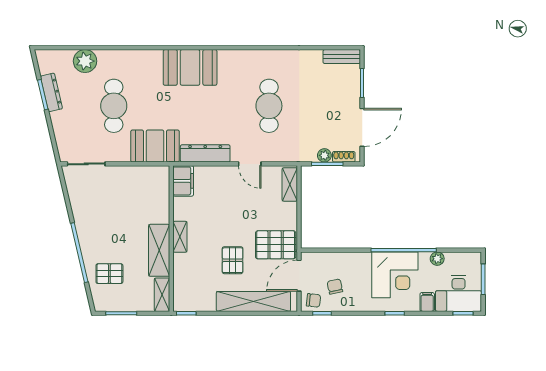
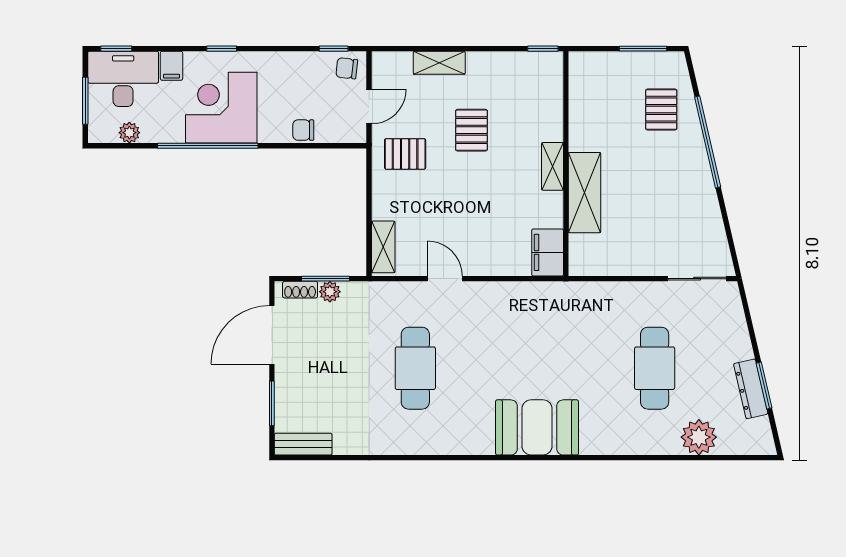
booth: (155, 146) -> (591, 306), removed
dresser: (205, 153) -> (514, 295), removed
pallet: (276, 245) -> (405, 154), width x0.67, depth x0.71
shelving: (159, 250) -> (585, 193), moved
plant: (437, 259) -> (129, 133), moved
pallet: (109, 274) -> (661, 109), turned 90
door: (299, 276) -> (369, 106), width x0.73
chair: (335, 287) -> (303, 130), moved, turned 102
shelving: (162, 295) -> (580, 77), removed
shelving: (253, 301) -> (439, 63), width x0.45, depth x0.75

